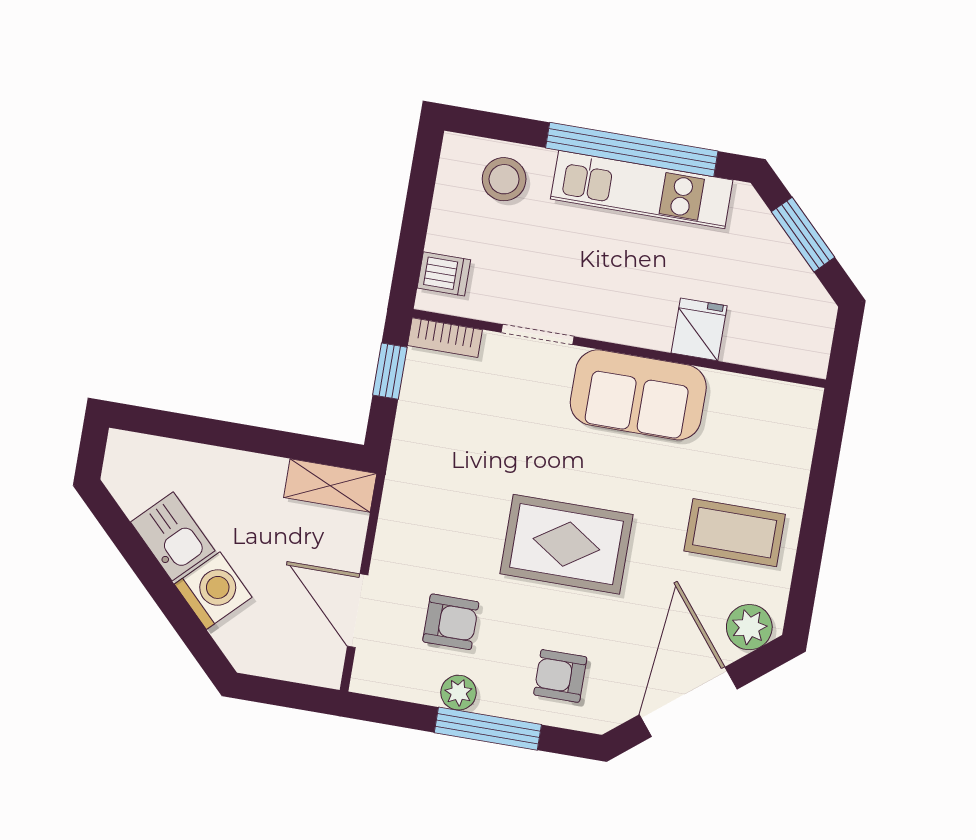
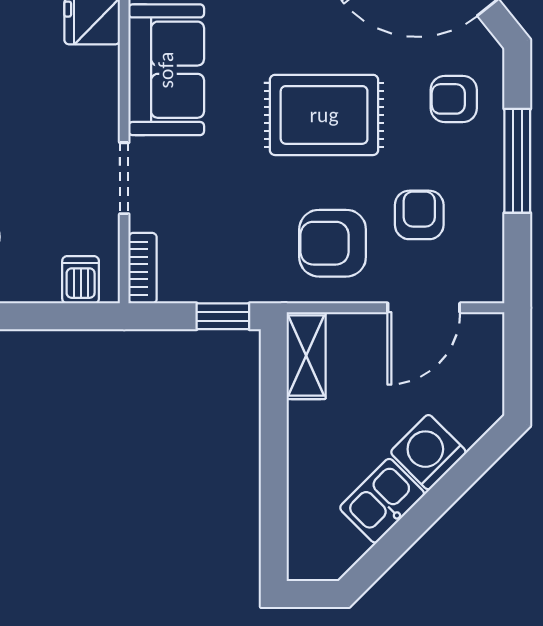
window: (390, 371) -> (223, 316), moved
armchair: (437, 531) -> (333, 243), added
rug: (566, 544) -> (324, 115), turned 90
armchair: (560, 676) -> (454, 99), turned 90
plant: (459, 693) -> (487, 196), removed

